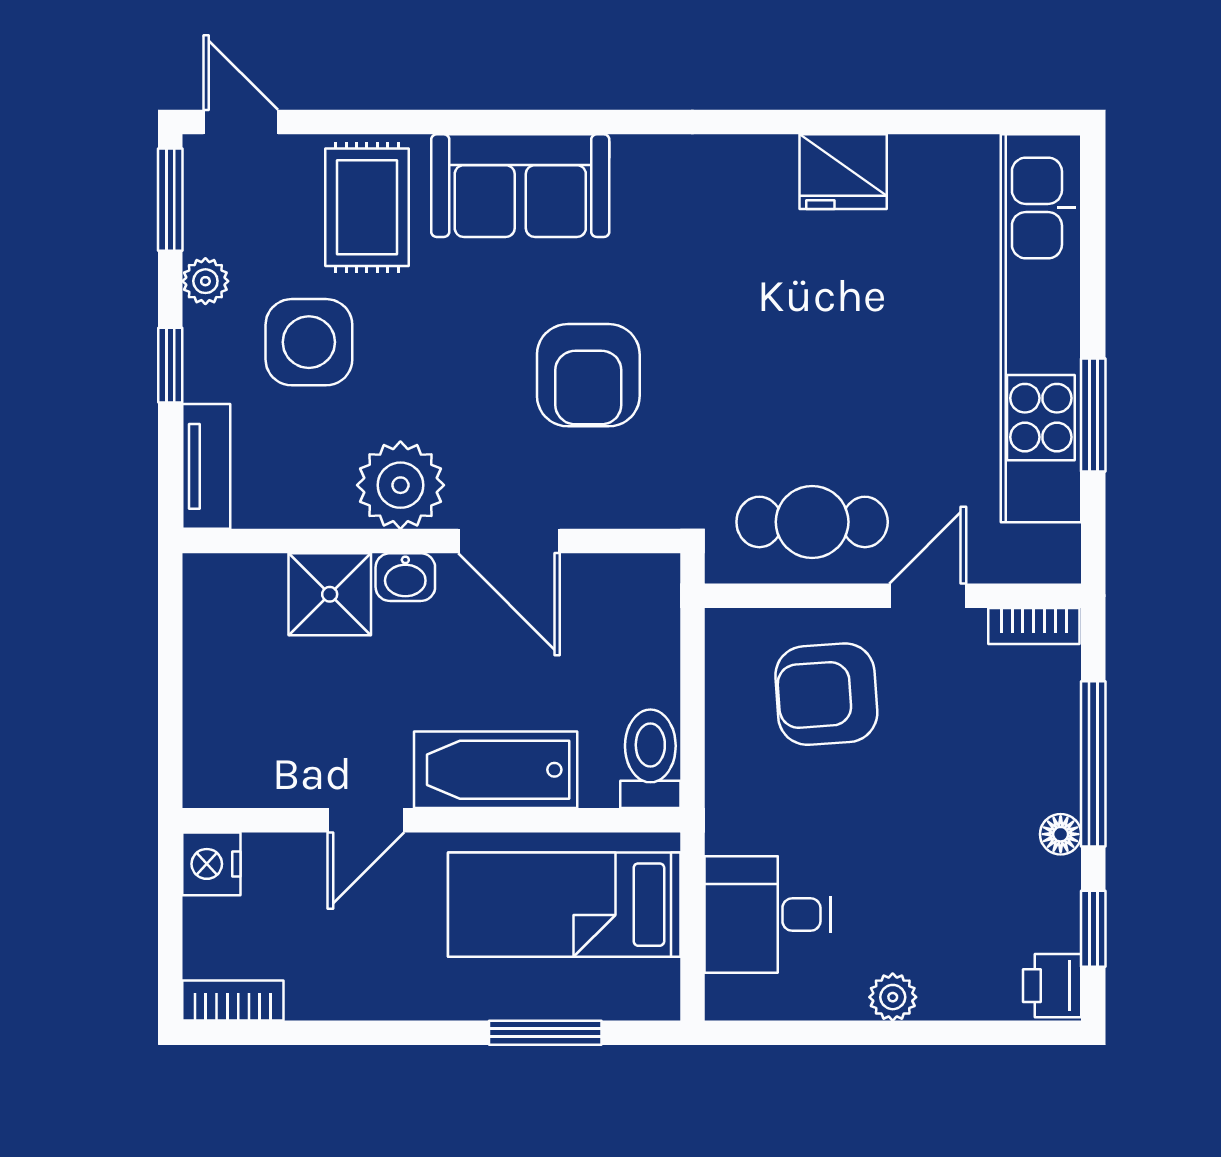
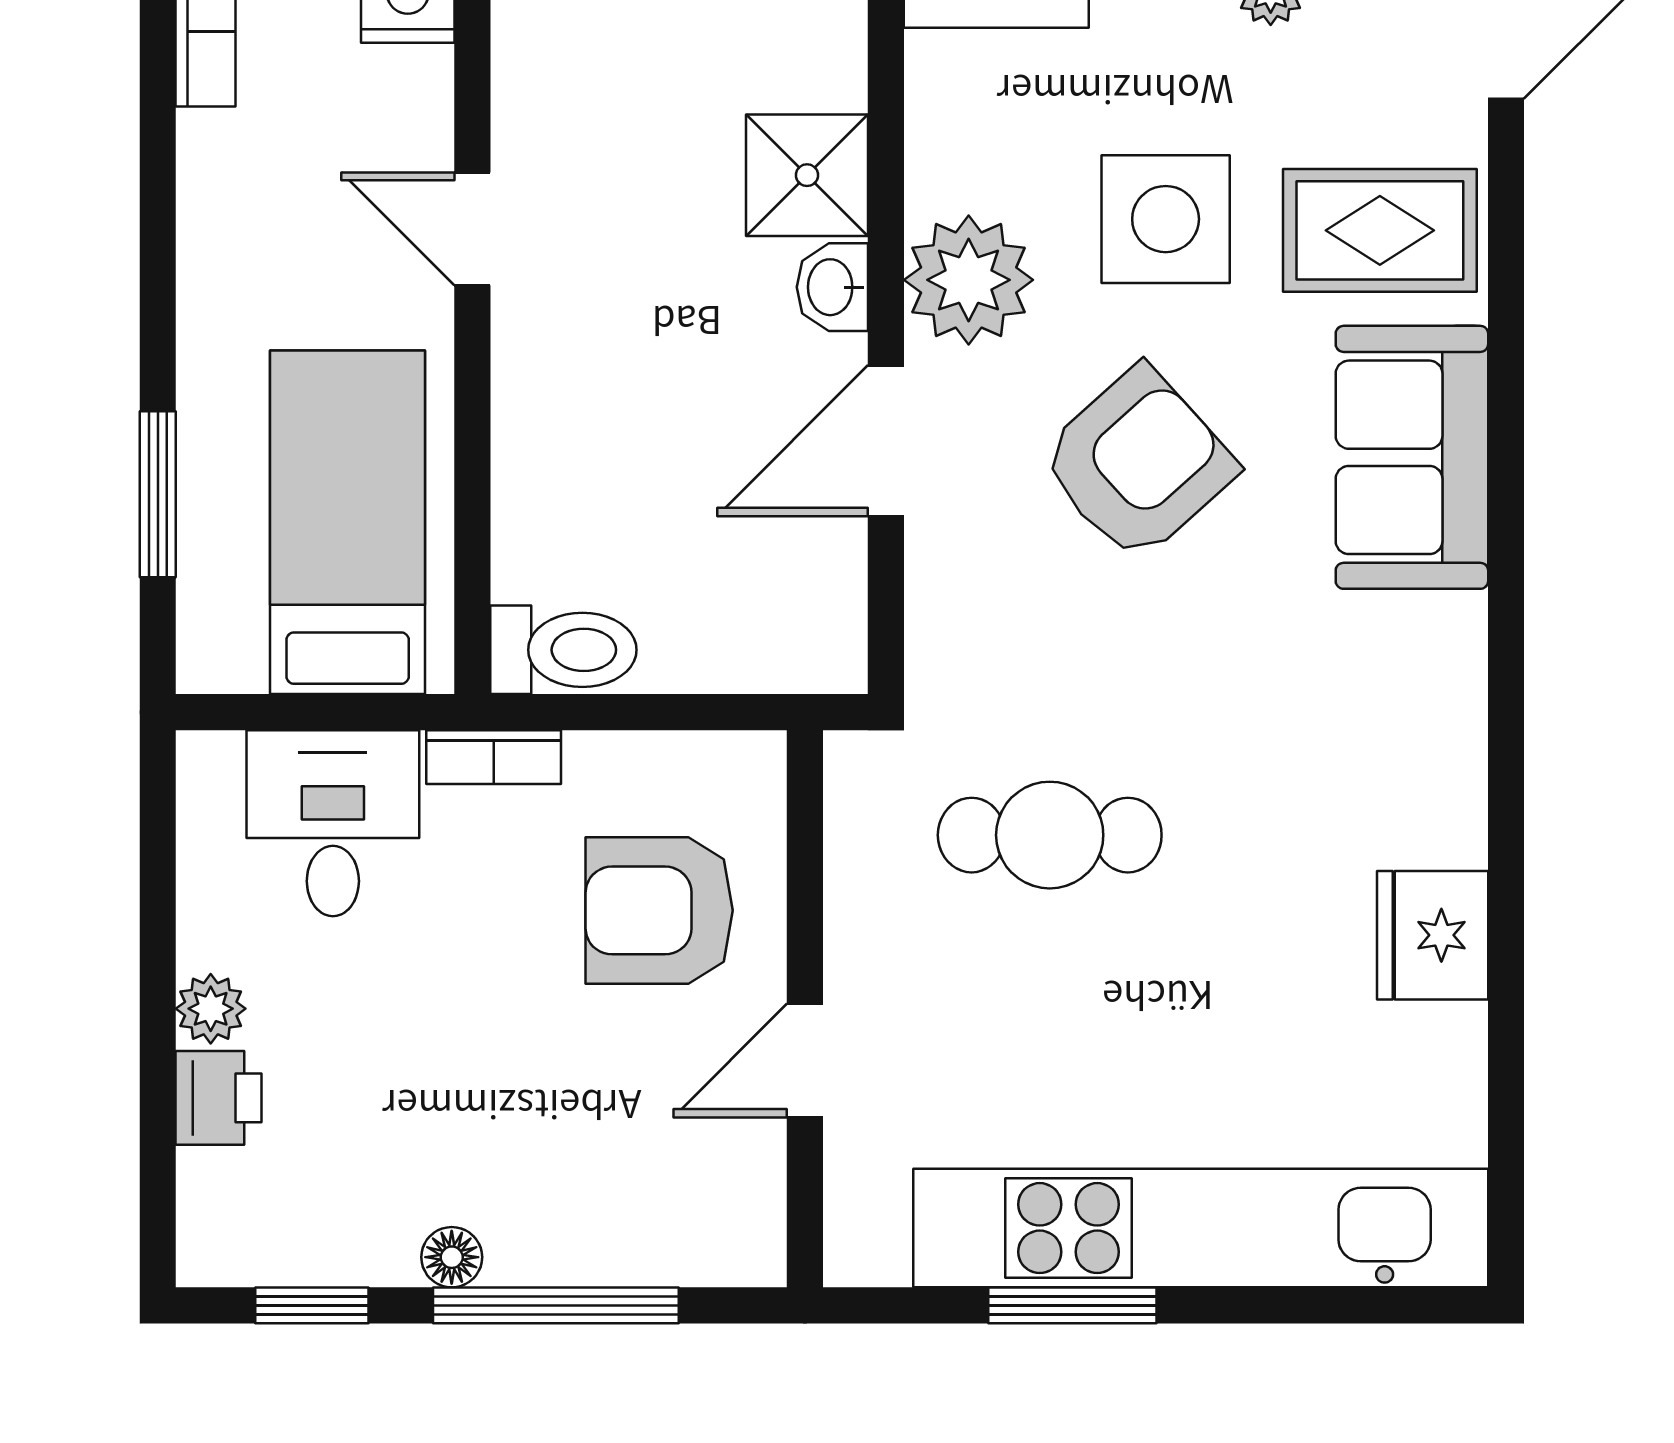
side table: (309, 342) -> (1166, 219), moved
armchair: (588, 375) -> (1138, 464), moved, turned 138
cafe table: (812, 522) -> (1050, 835), moved, turned 90
door: (928, 596) -> (805, 1060), swing flipped
bookcase: (1034, 626) -> (494, 757), moved, turned -90
armchair: (826, 694) -> (659, 910), turned -86
bathtub: (496, 770) -> (547, 421), removed
printer: (1052, 986) -> (218, 1098), moved, turned 90

